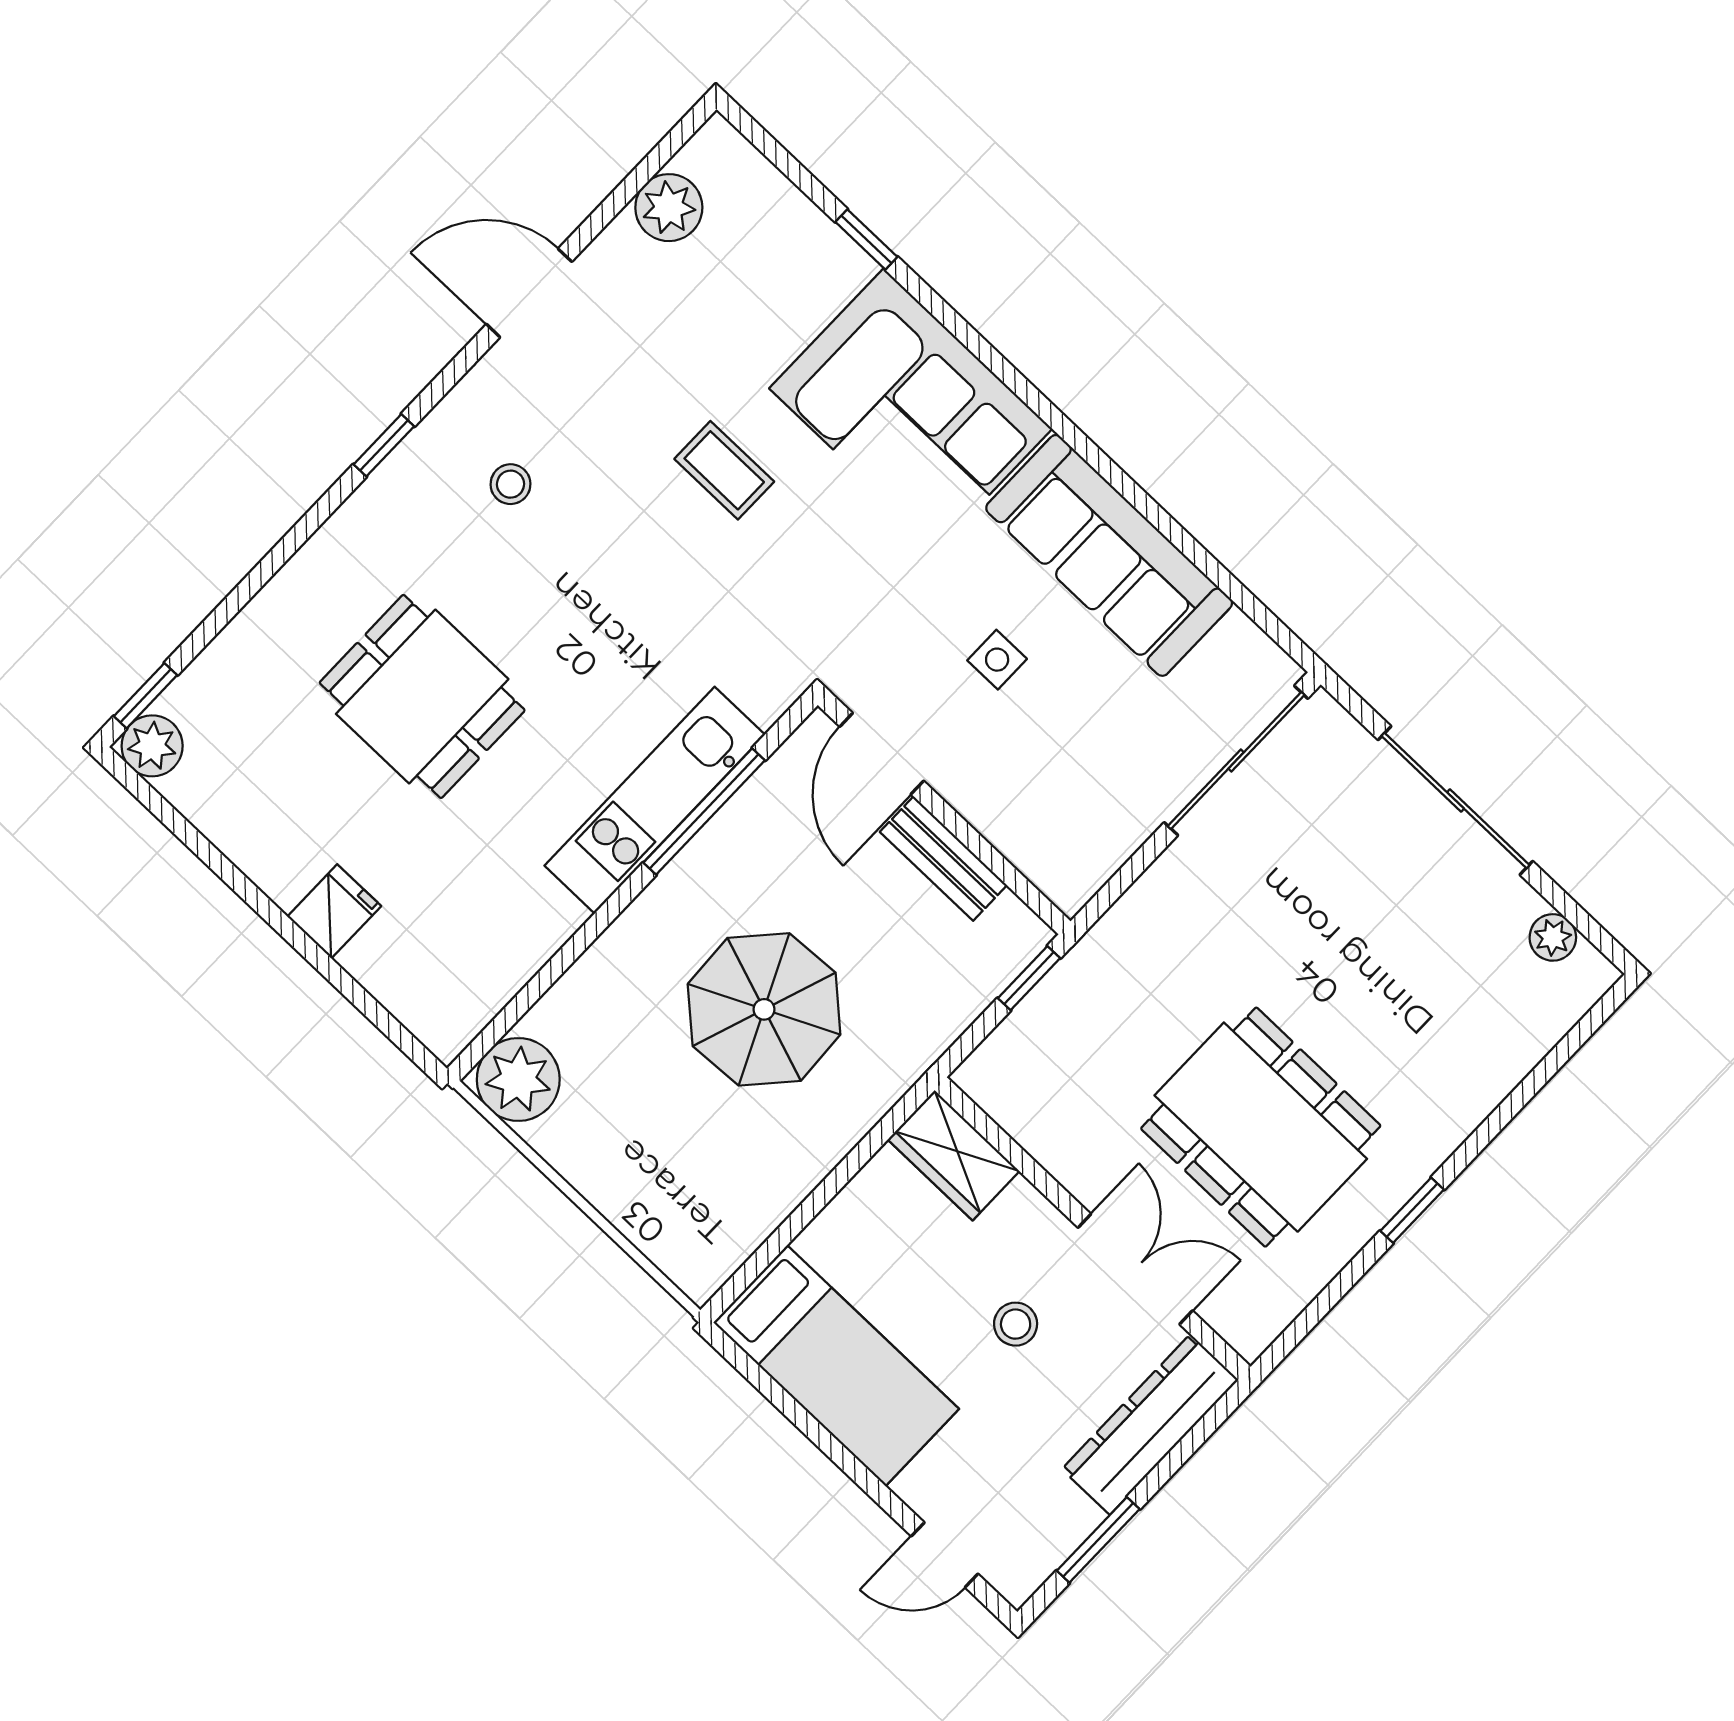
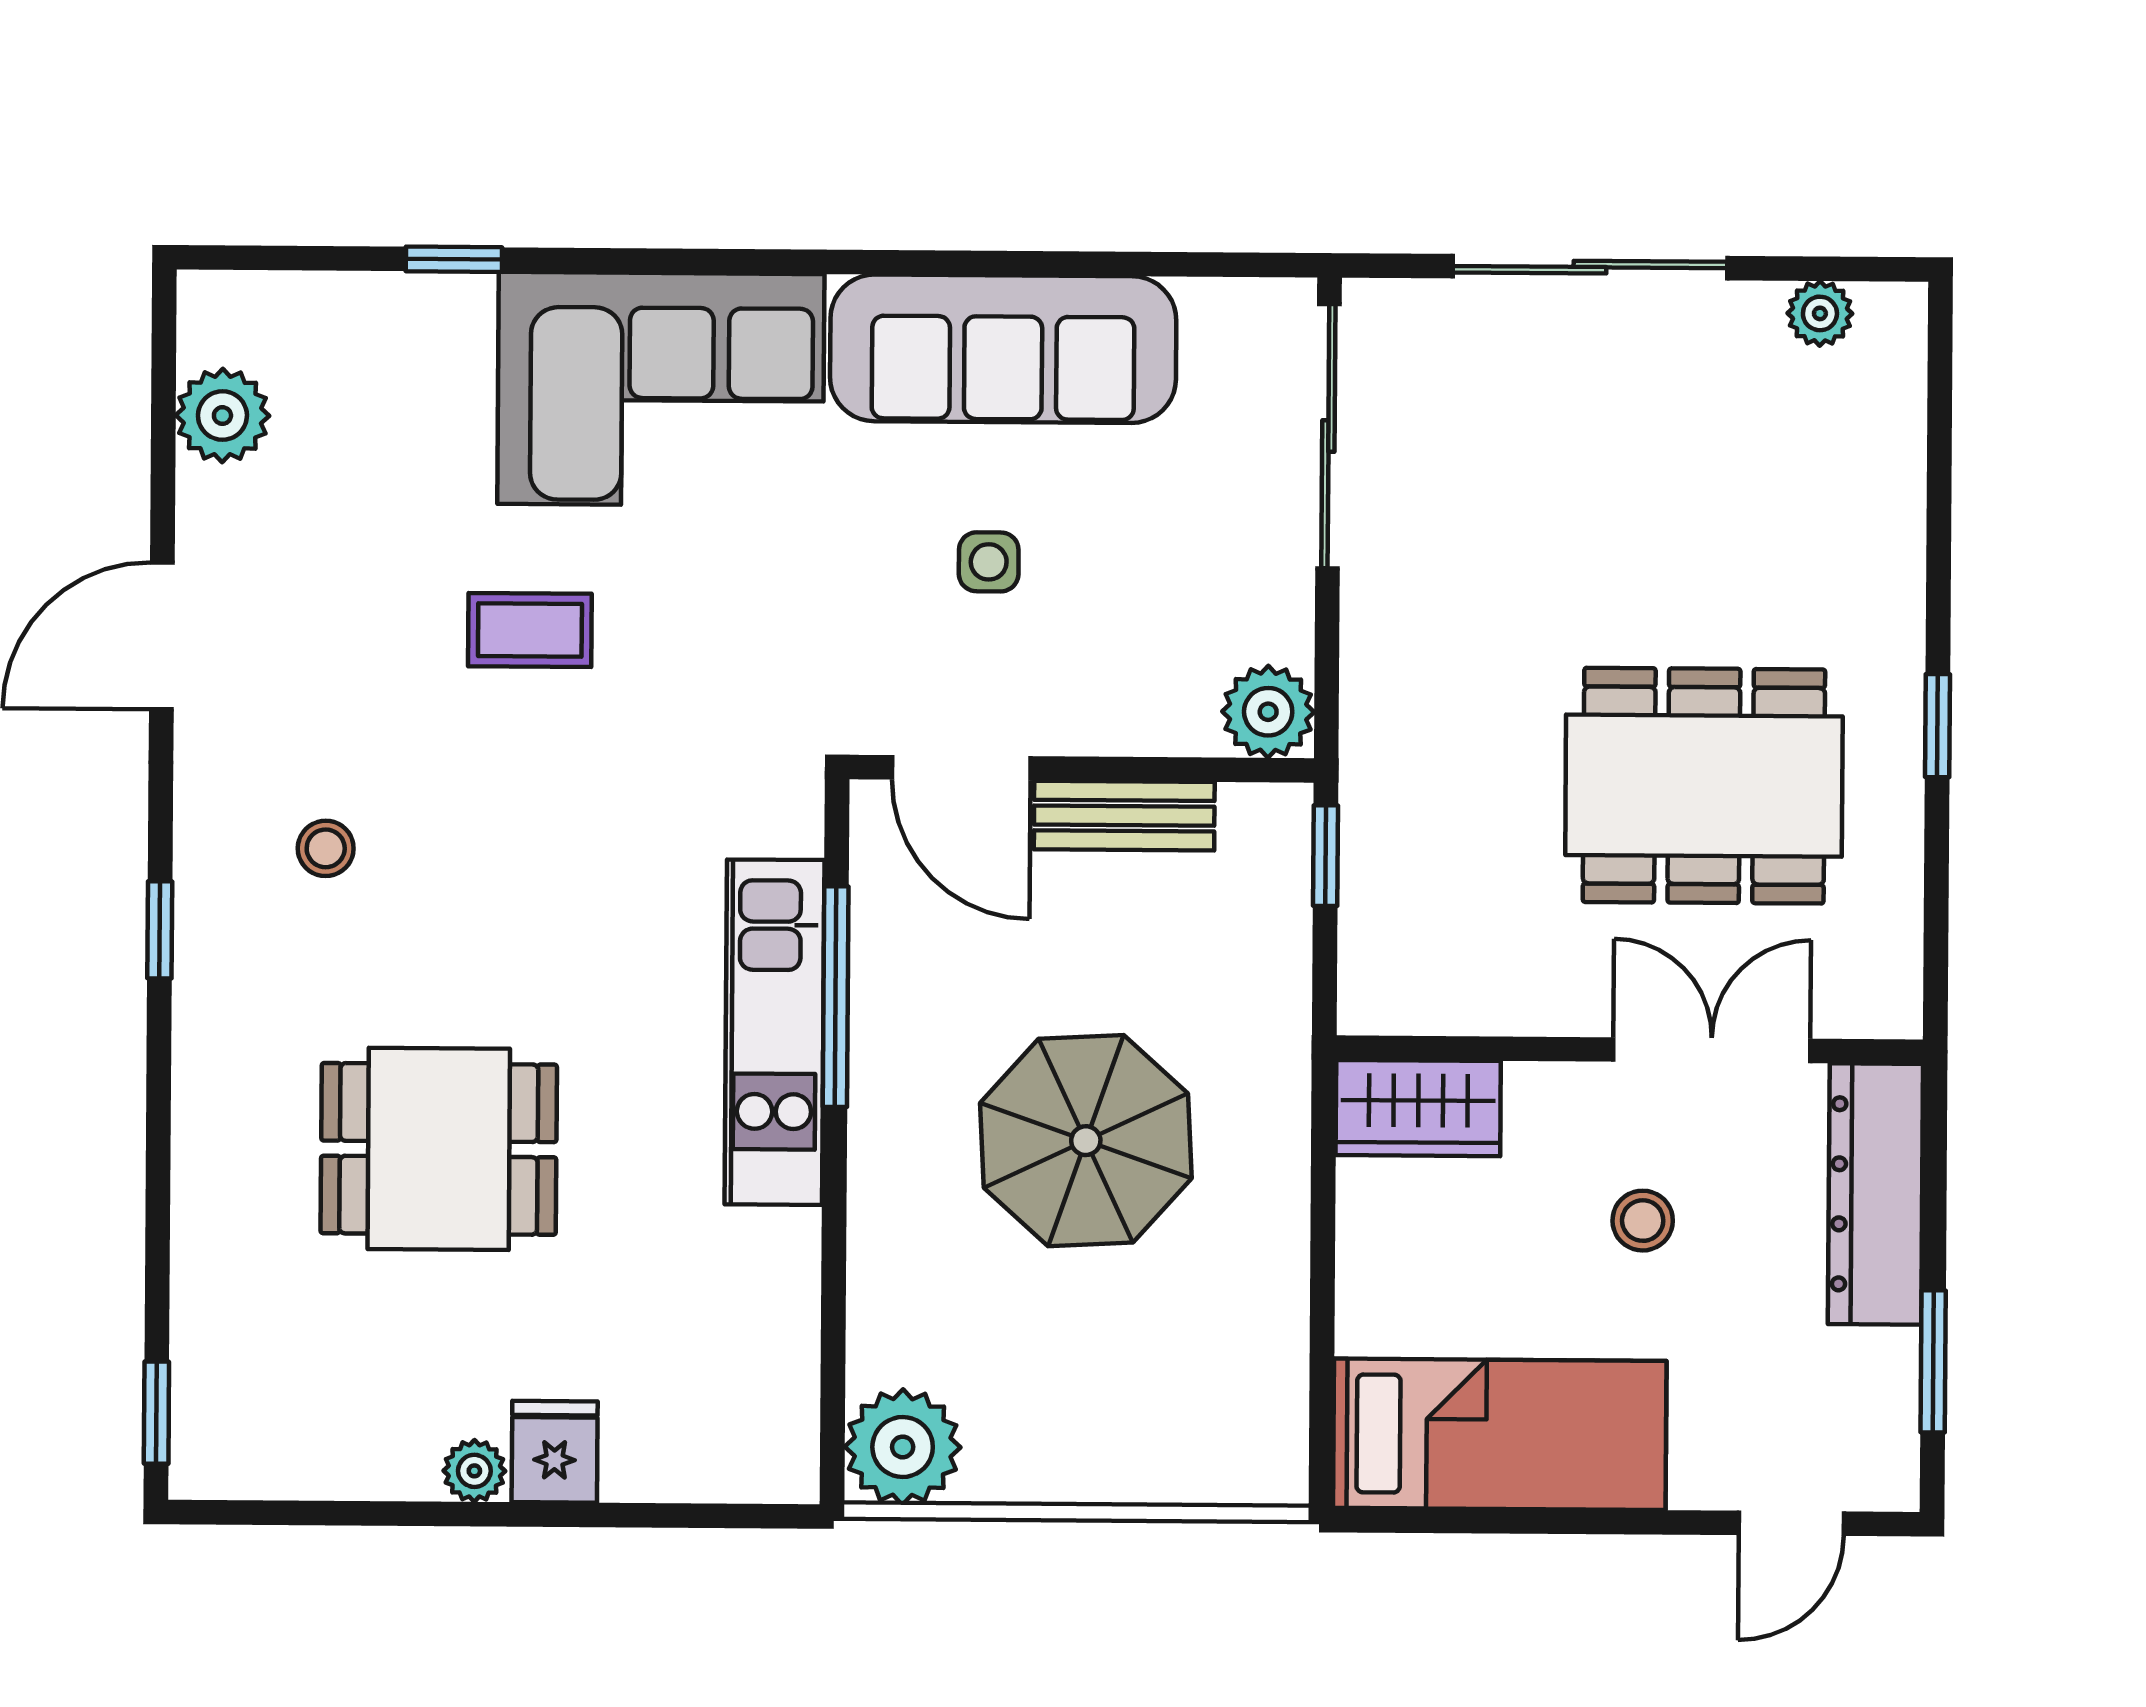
plant: (152, 746) -> (474, 1471), moved, width x0.73, depth x0.73
plant: (1070, 875) -> (1268, 712), added

